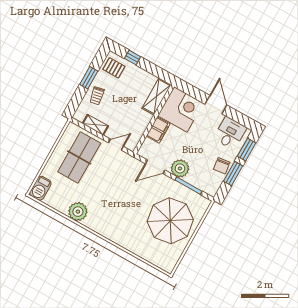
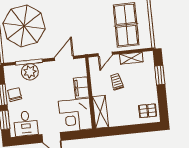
window: (133, 58) -> (139, 128), removed
window: (89, 78) -> (160, 75), moved
trolley: (97, 96) -> (117, 82), moved
plant: (180, 168) -> (30, 72), moved

